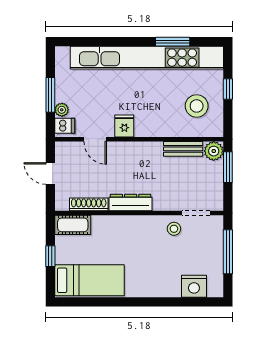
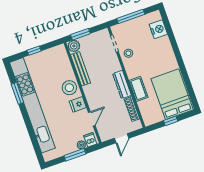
stool: (197, 106) -> (69, 88), moved
bench: (183, 149) -> (81, 69), width x1.36
cot: (73, 225) -> (138, 89), moved
bed: (89, 280) -> (172, 94), width x1.50

